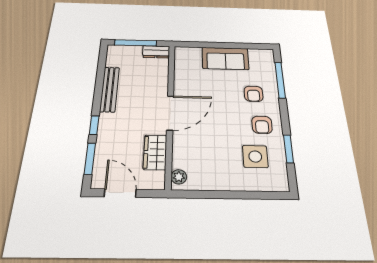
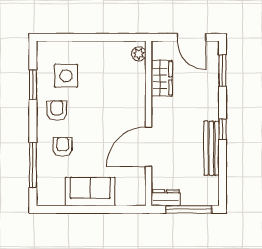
door: (170, 113) -> (149, 147), moved
window: (94, 125) -> (222, 129), moved

